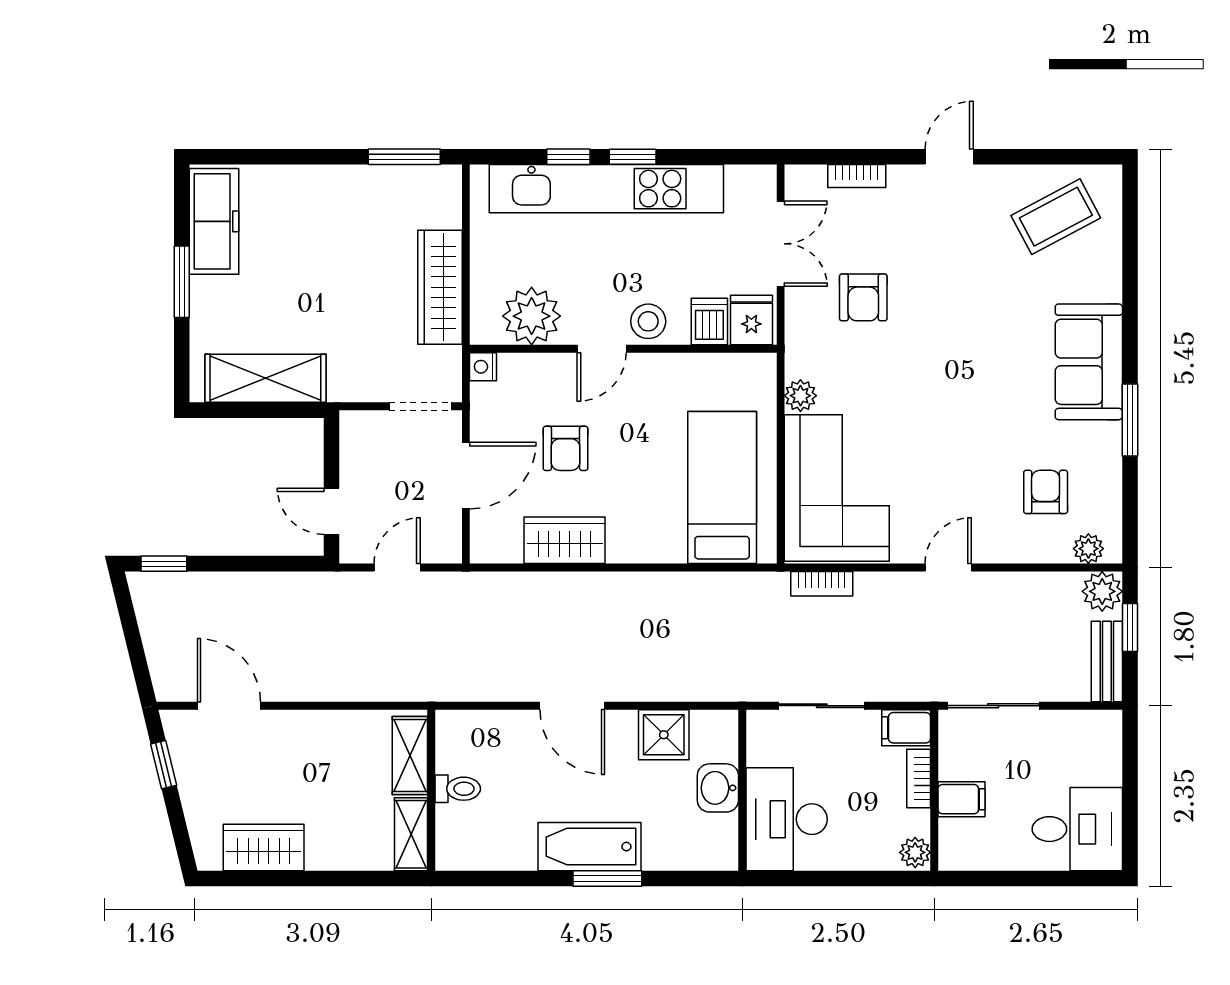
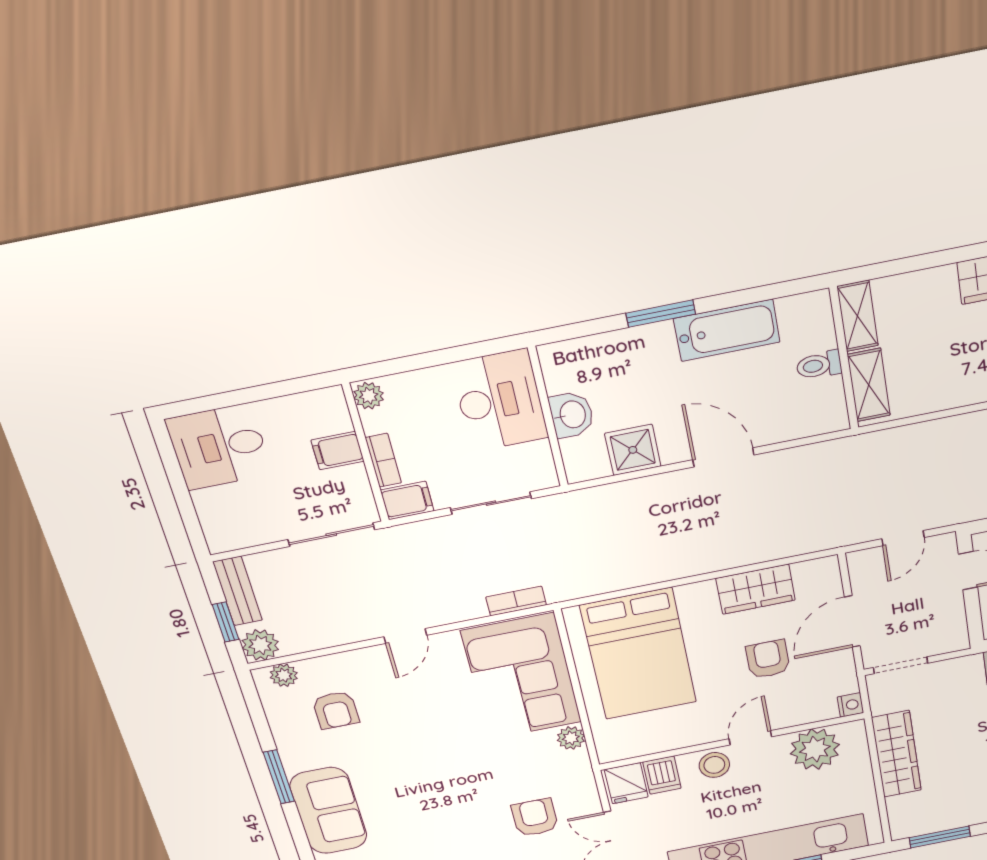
bed: (722, 488) -> (639, 654), width x1.50
bathtub: (589, 847) -> (727, 330), moved

